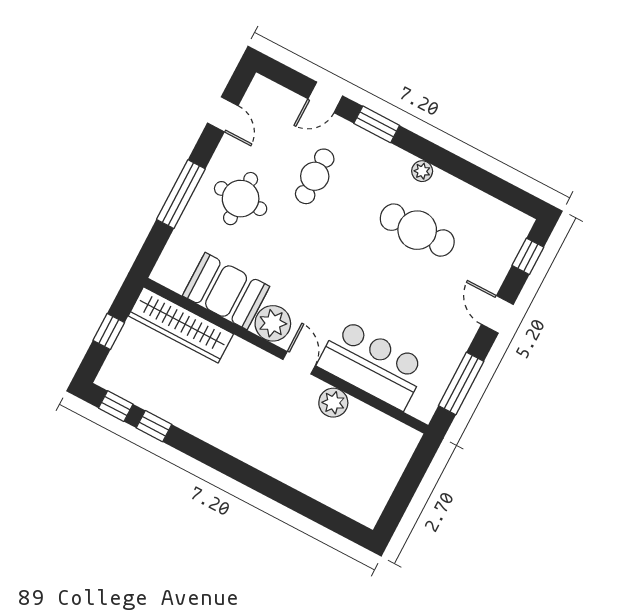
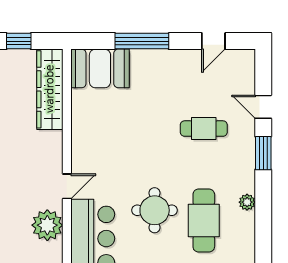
round table: (241, 199) -> (155, 210), moved
booth: (226, 291) -> (100, 68), moved, turned 90
plant: (273, 323) -> (85, 153), removed
plant: (333, 403) -> (47, 225), width x1.36, depth x1.36

